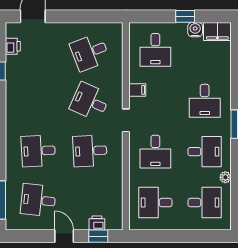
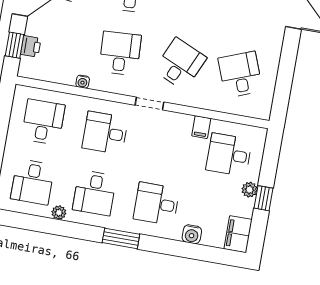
plant: (180, 29) -> (249, 190), added
water cooler: (195, 30) -> (192, 234), moved, turned 90
filing cabinet: (137, 90) -> (201, 127), moved
water cooler: (118, 177) -> (83, 82), added

